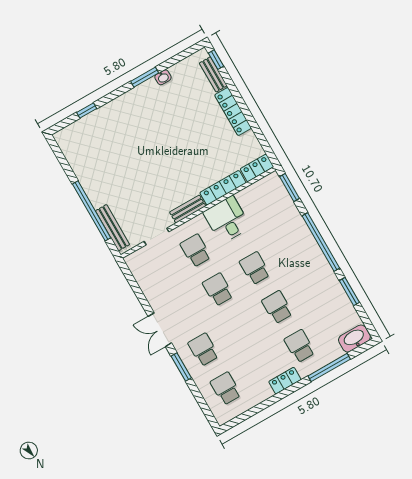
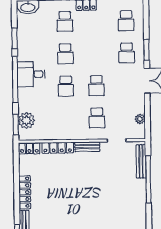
plant: (279, 200) -> (26, 120), added
desk: (227, 220) -> (31, 74), moved, turned 90
plant: (142, 278) -> (140, 119), added

